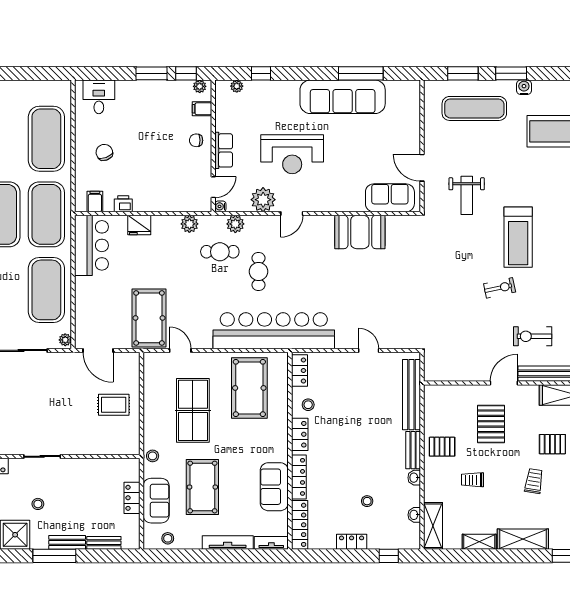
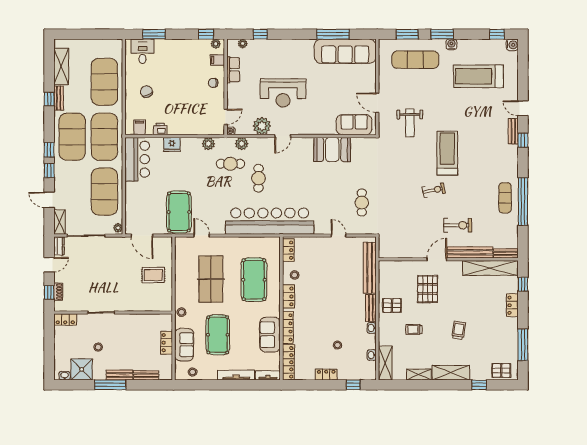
window: (152, 73) -> (154, 34), moved
sofa: (343, 97) -> (345, 51), moved
row of seats: (224, 150) -> (233, 70), moved
treadmill: (518, 237) -> (447, 153), turned 180
cafe table: (401, 305) -> (362, 203), added
exercise bike: (533, 336) -> (458, 225), turned 180
pool table: (249, 388) -> (254, 280), moved
pallet: (552, 444) -> (472, 304), removed

